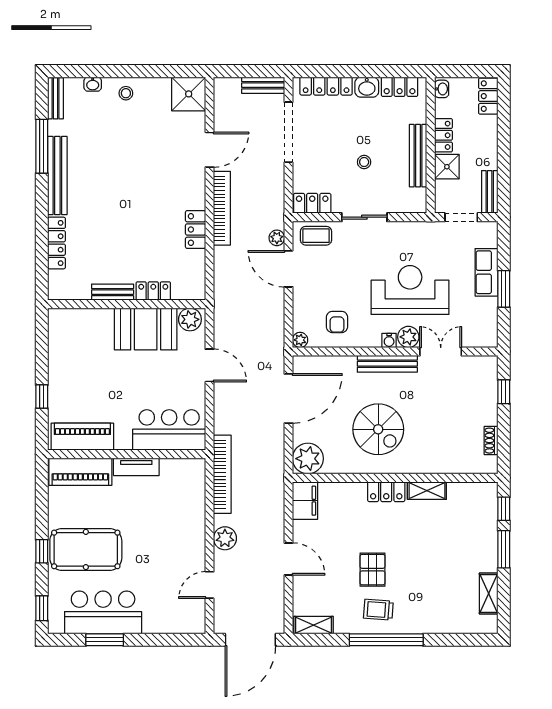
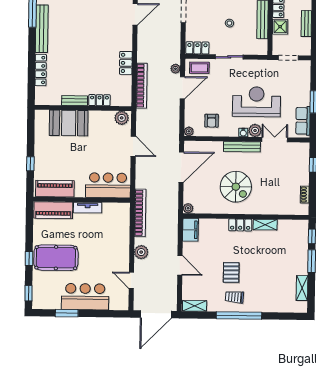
bench: (490, 192) -> (306, 24), moved
bookcase: (222, 208) -> (142, 86), moved
door: (289, 269) -> (182, 88), swing flipped
row of seats: (486, 272) -> (303, 121), moved
booth: (146, 329) -> (69, 123), moved
plant: (308, 459) -> (188, 208), width x0.53, depth x0.53
door: (210, 585) -> (131, 280), hinge flipped
bar counter: (103, 612) -> (85, 297), moved

